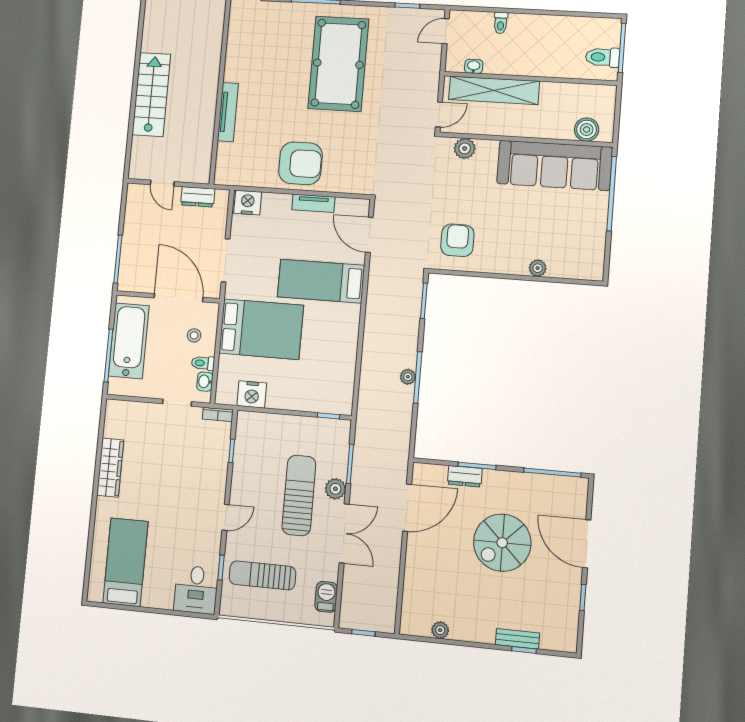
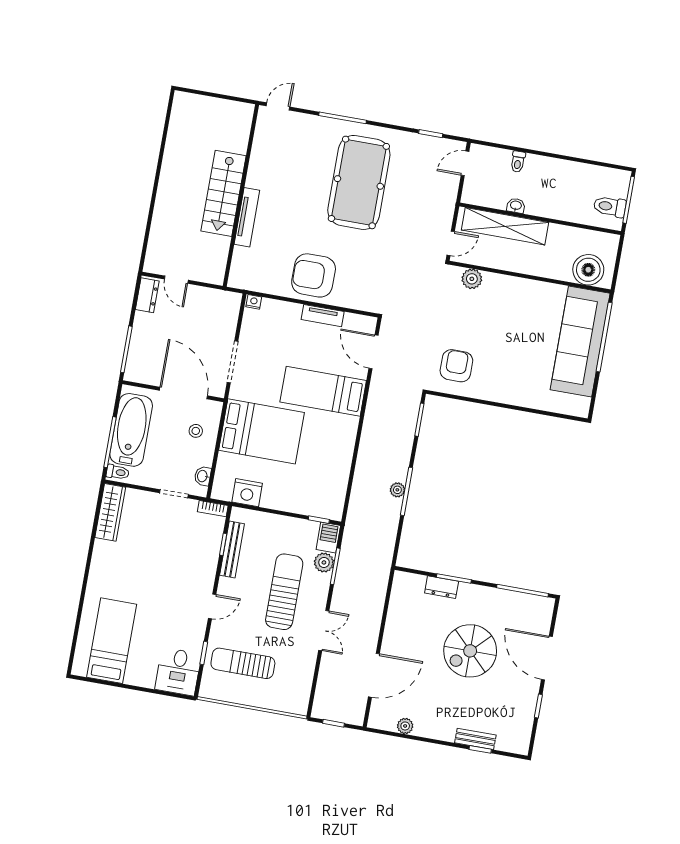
washbasin: (474, 66) -> (516, 206), moved
stairs: (151, 94) -> (224, 193), moved, turned 180
boiler: (587, 130) -> (588, 270), width x1.37, depth x1.37
armchair: (301, 163) -> (314, 275), turned 180
sofa: (555, 165) -> (580, 341), moved, turned 90
dresser: (198, 197) -> (147, 295), moved, turned -90
nightstand: (248, 203) -> (254, 302), width x0.53, depth x0.56
plant: (538, 268) -> (529, 400), removed
toilet: (203, 363) -> (118, 472), moved, turned 180
bench: (241, 455) -> (232, 549), added
wardrobe: (110, 468) -> (110, 512), moved
plant: (335, 489) -> (324, 562), moved
door: (407, 508) -> (374, 675), moved
double door: (344, 533) -> (324, 631), width x0.73
barbecue: (326, 597) -> (328, 537), moved

